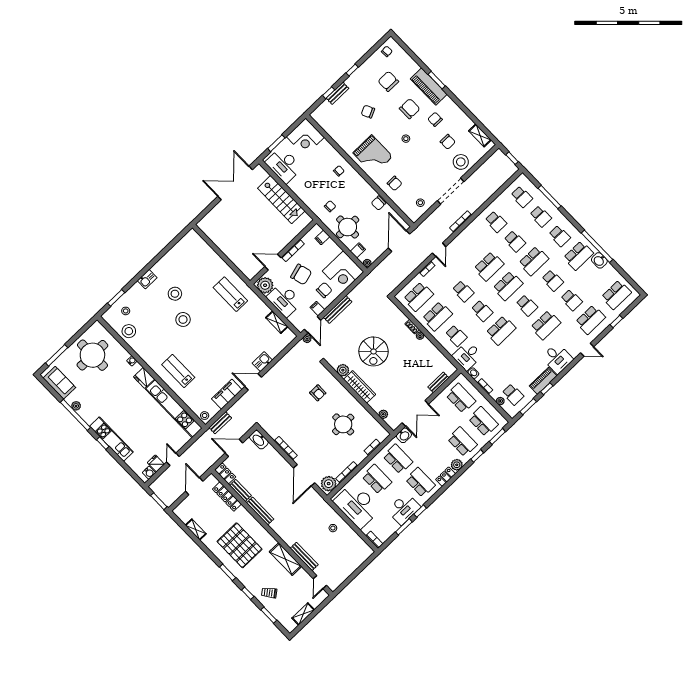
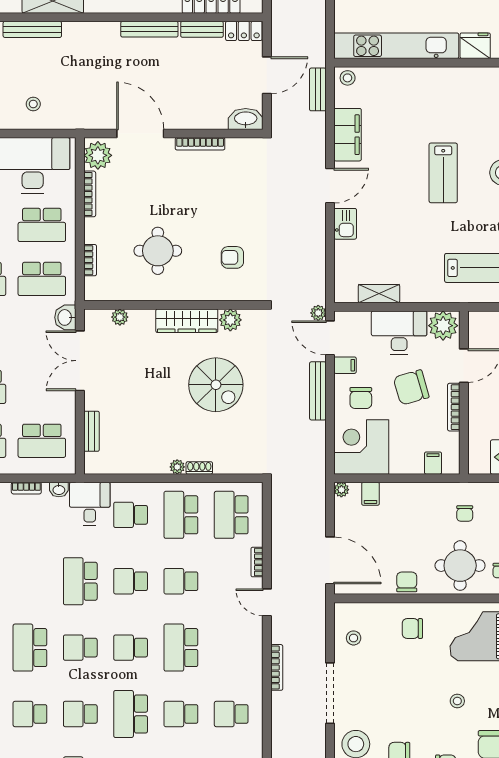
round table: (348, 227) -> (460, 566), moved
school desk: (508, 286) -> (131, 648), width x0.54
spiral stairs: (374, 351) -> (216, 385), turned 180
lab bench: (178, 371) -> (443, 173), moved, turned 90

